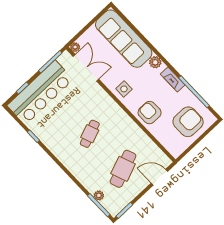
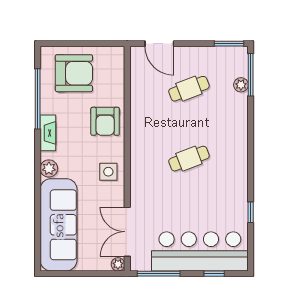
armchair: (188, 122) -> (74, 73), turned 180
cafe table: (123, 169) -> (189, 89), width x0.73, depth x0.74

